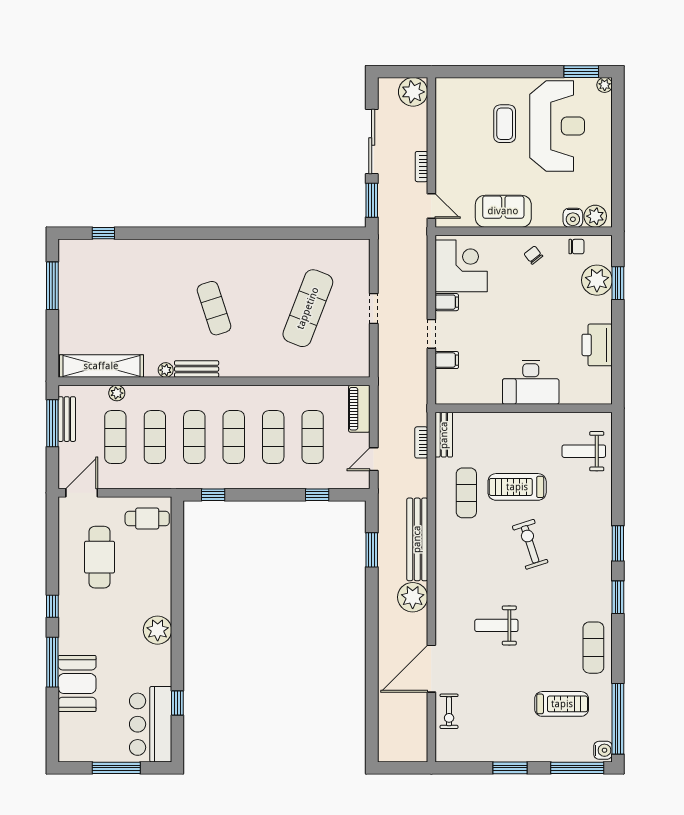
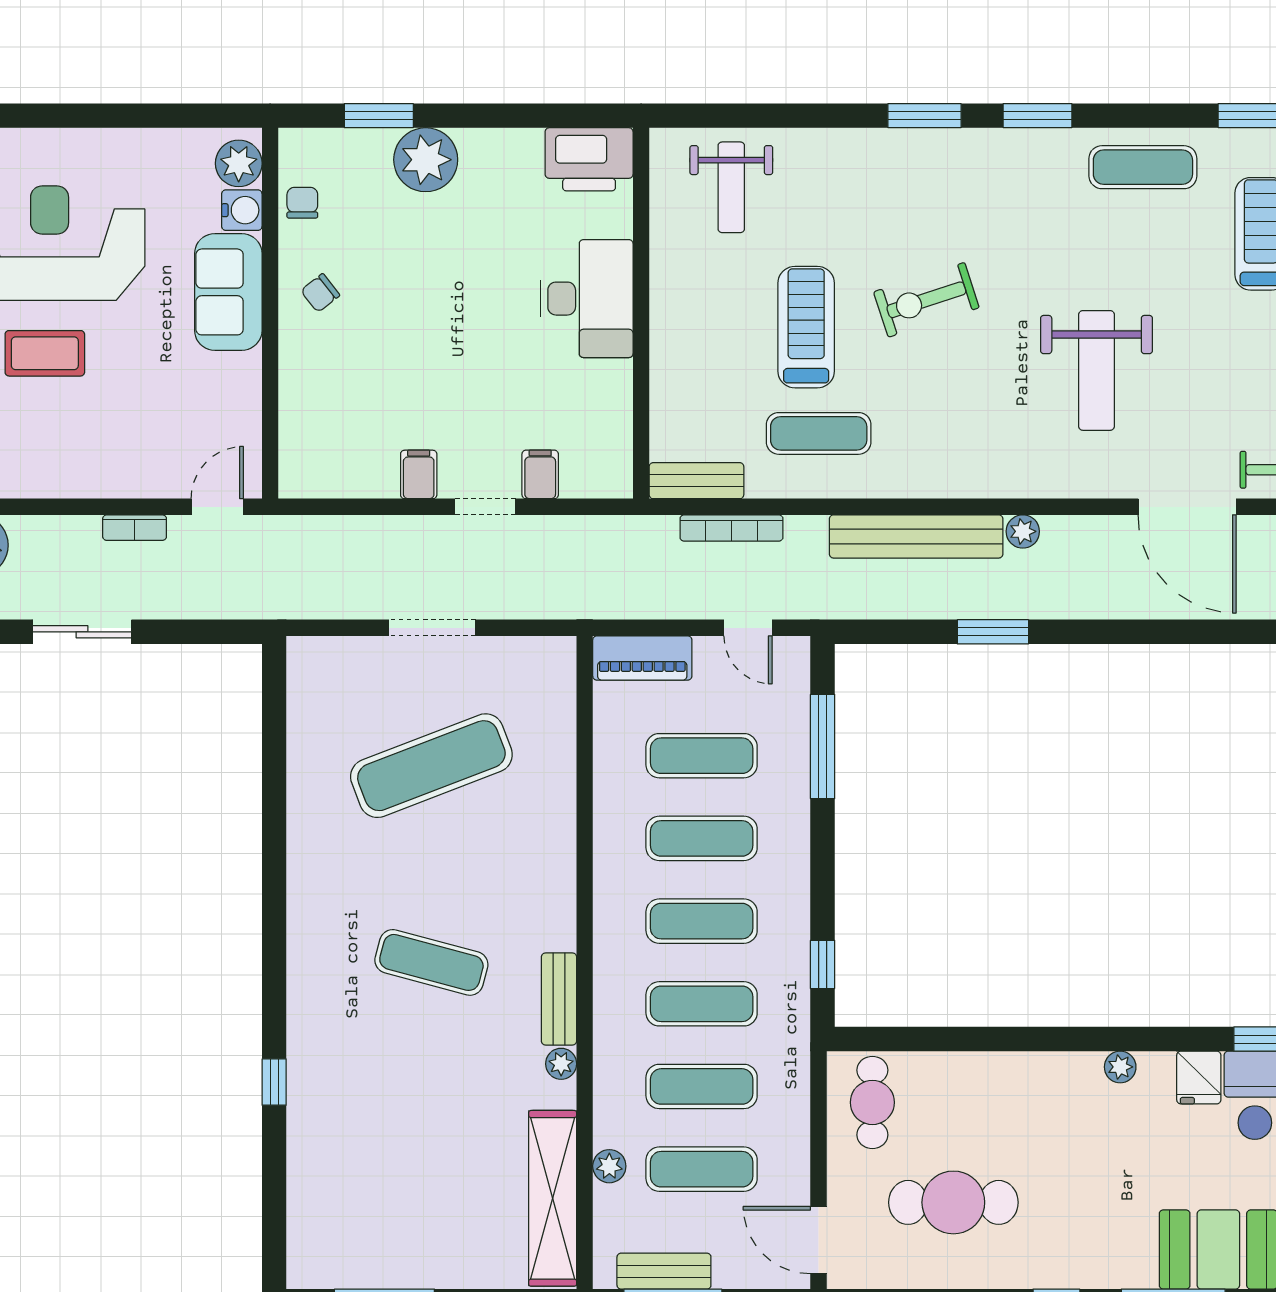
sliding door: (372, 141) -> (82, 632), width x0.73
window: (372, 200) -> (205, 632), removed
sofa: (503, 211) -> (228, 292), moved
window: (103, 233) -> (274, 1082), moved
corner desk: (461, 266) -> (343, 444), removed
plant: (597, 280) -> (426, 160), moved
exercise mat: (214, 308) -> (431, 962), turned 33
exercise mat: (308, 308) -> (431, 766), turned -42
doorway: (374, 309) -> (432, 628), width x1.38
printer: (597, 345) -> (589, 159), moved
bookcase: (421, 442) -> (731, 528), width x1.56
treadmill: (517, 487) -> (806, 327), turned 180
window: (317, 495) -> (823, 746), width x2.17
window: (372, 550) -> (993, 632), moved
plant: (413, 597) -> (1023, 531), width x0.53, depth x0.53
weight bench: (496, 625) -> (1097, 370), width x1.36, depth x1.33
plant: (158, 630) -> (1120, 1067), width x0.53, depth x0.53
fridge: (159, 674) -> (1199, 1077), added

